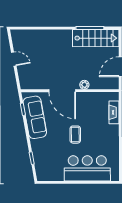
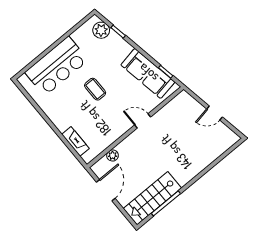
plant: (84, 85) -> (113, 155), moved
door: (62, 91) -> (143, 121), width x0.53
plant: (41, 168) -> (101, 30), added

